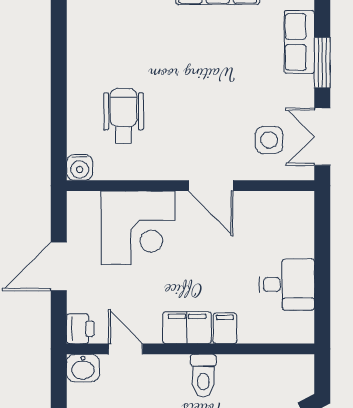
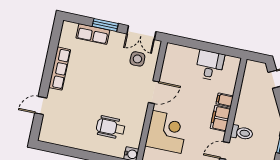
toilet: (203, 376) -> (242, 133), moved

